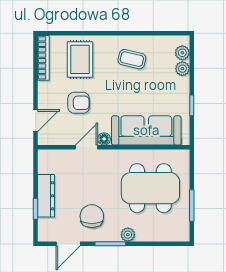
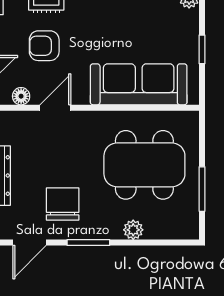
armchair: (79, 103) -> (44, 46), turned 180
floor lamp: (104, 139) -> (21, 96), moved
plant: (128, 235) -> (133, 230), moved

